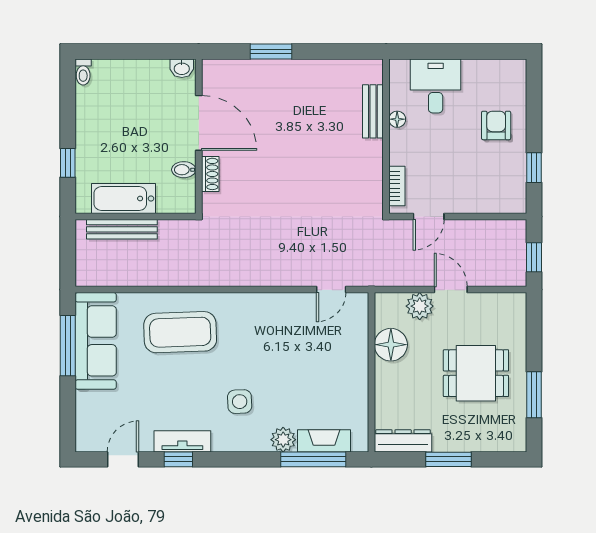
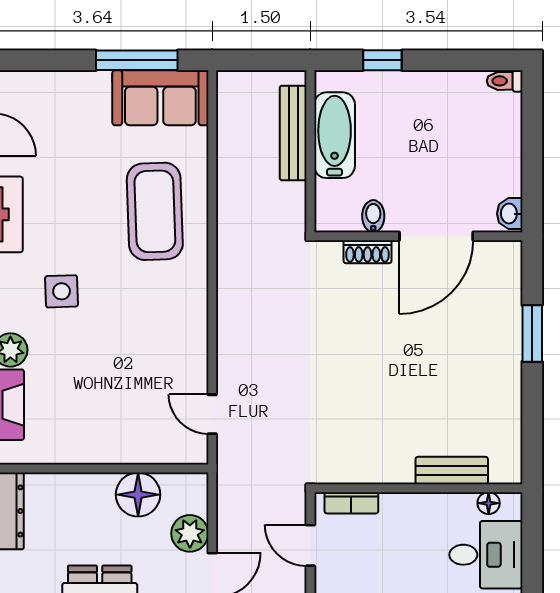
floor lamp: (397, 119) -> (489, 503), moved
sofa: (96, 341) -> (160, 98), width x0.73

